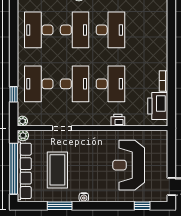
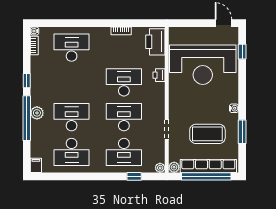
desk: (110, 30) -> (72, 48), moved
printer: (158, 106) -> (155, 42), moved, turned 90
reception desk: (129, 165) -> (203, 65), width x1.36, depth x1.30

